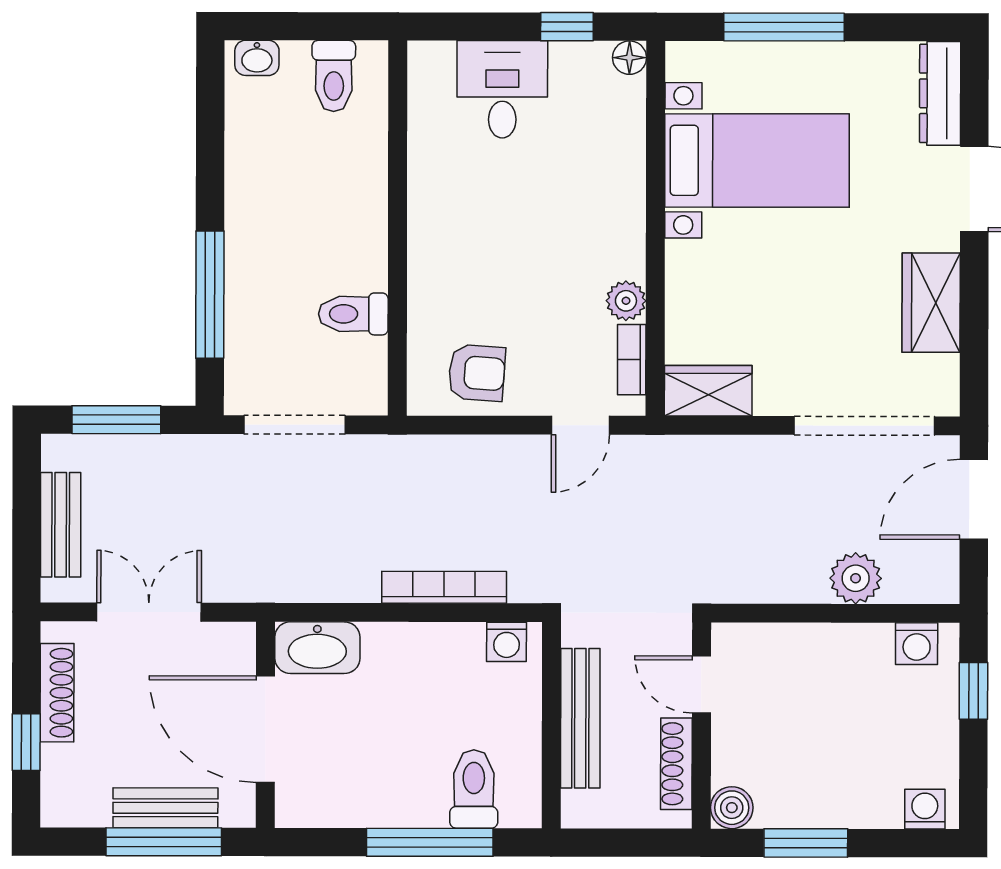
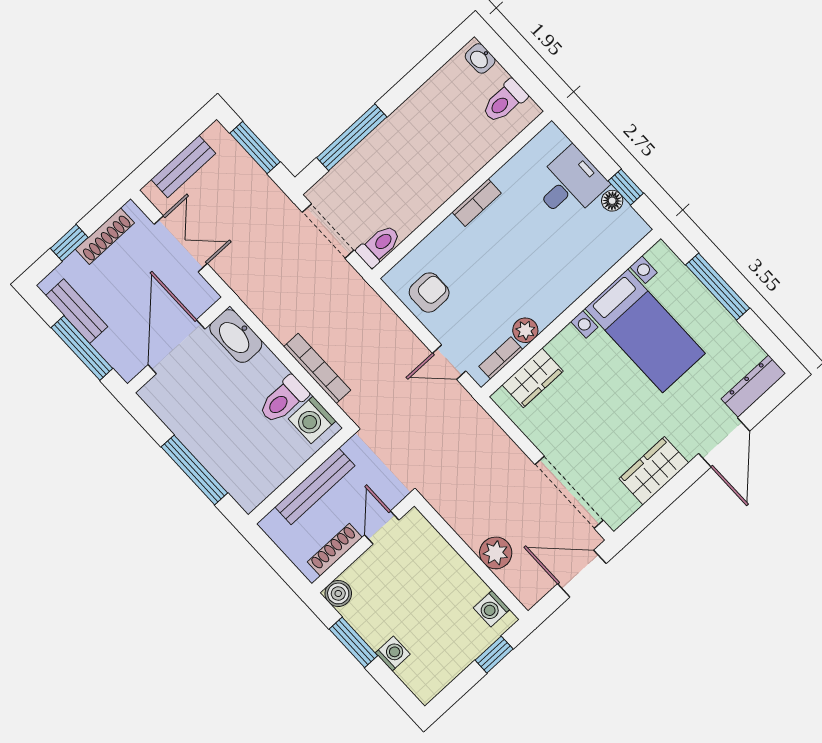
floor lamp: (629, 58) -> (612, 201), moved
bookcase: (423, 219) -> (477, 203), added
toilet: (353, 314) -> (379, 246), moved, turned 90
armchair: (477, 373) -> (429, 293), turned -94
wardrobe: (708, 391) -> (533, 378), moved, turned 90
washing machine: (507, 642) -> (312, 420), width x1.38, depth x1.38
toilet: (474, 789) -> (283, 400), moved, turned 180
bench: (165, 808) -> (77, 311), moved
washing machine: (925, 809) -> (393, 654), moved

